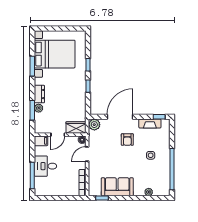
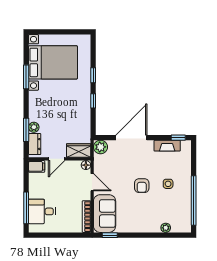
dresser: (39, 94) -> (35, 144), moved
armchair: (127, 140) -> (142, 186), moved
door: (87, 154) -> (92, 182), swing flipped
desk: (45, 166) -> (42, 211), moved
sofa: (117, 187) -> (105, 214), moved, turned 90

